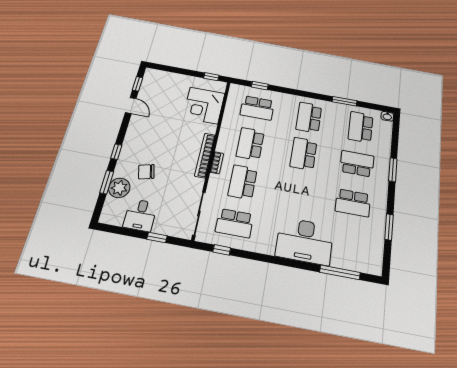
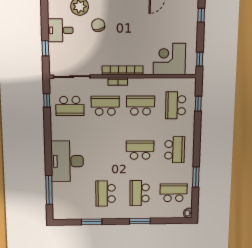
window: (165, 68) -> (201, 15), added
school desk: (309, 117) -> (175, 150), turned 90
school desk: (357, 164) -> (140, 193), turned 180
school desk: (235, 223) -> (70, 106), turned -90

